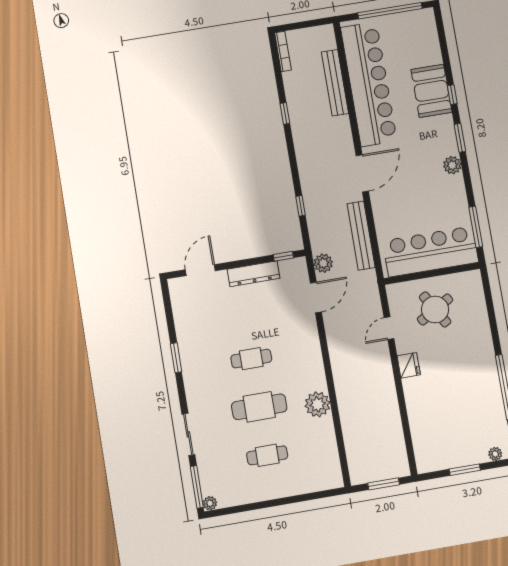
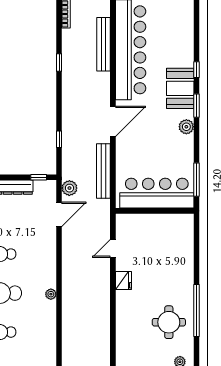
booth: (431, 91) -> (180, 88), moved
round table: (435, 309) -> (169, 322), moved, turned 30
plant: (318, 404) -> (51, 294), width x0.53, depth x0.53

